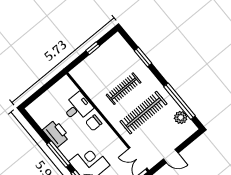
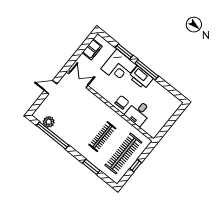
clothes rail: (143, 113) -> (123, 154), moved
printer: (56, 133) -> (141, 78), moved

